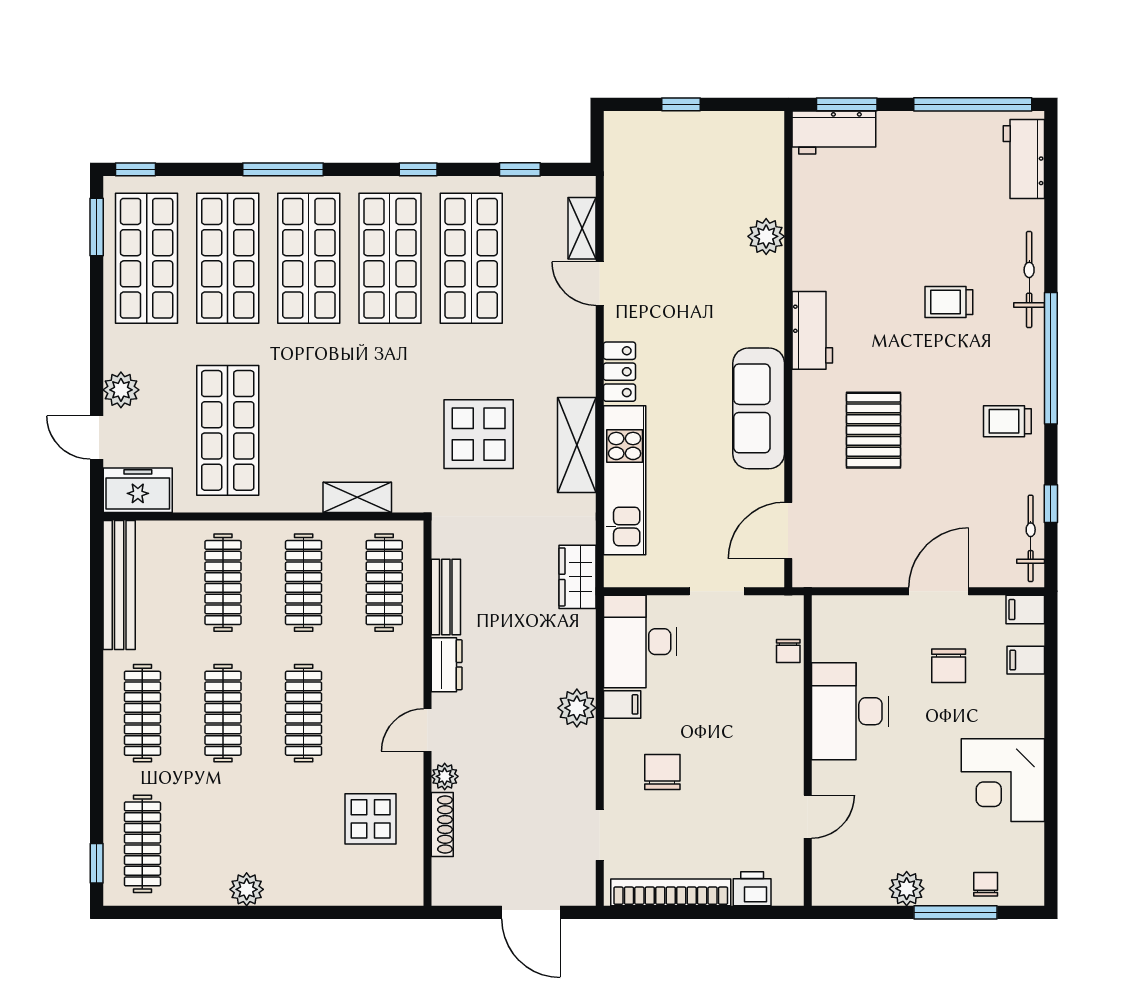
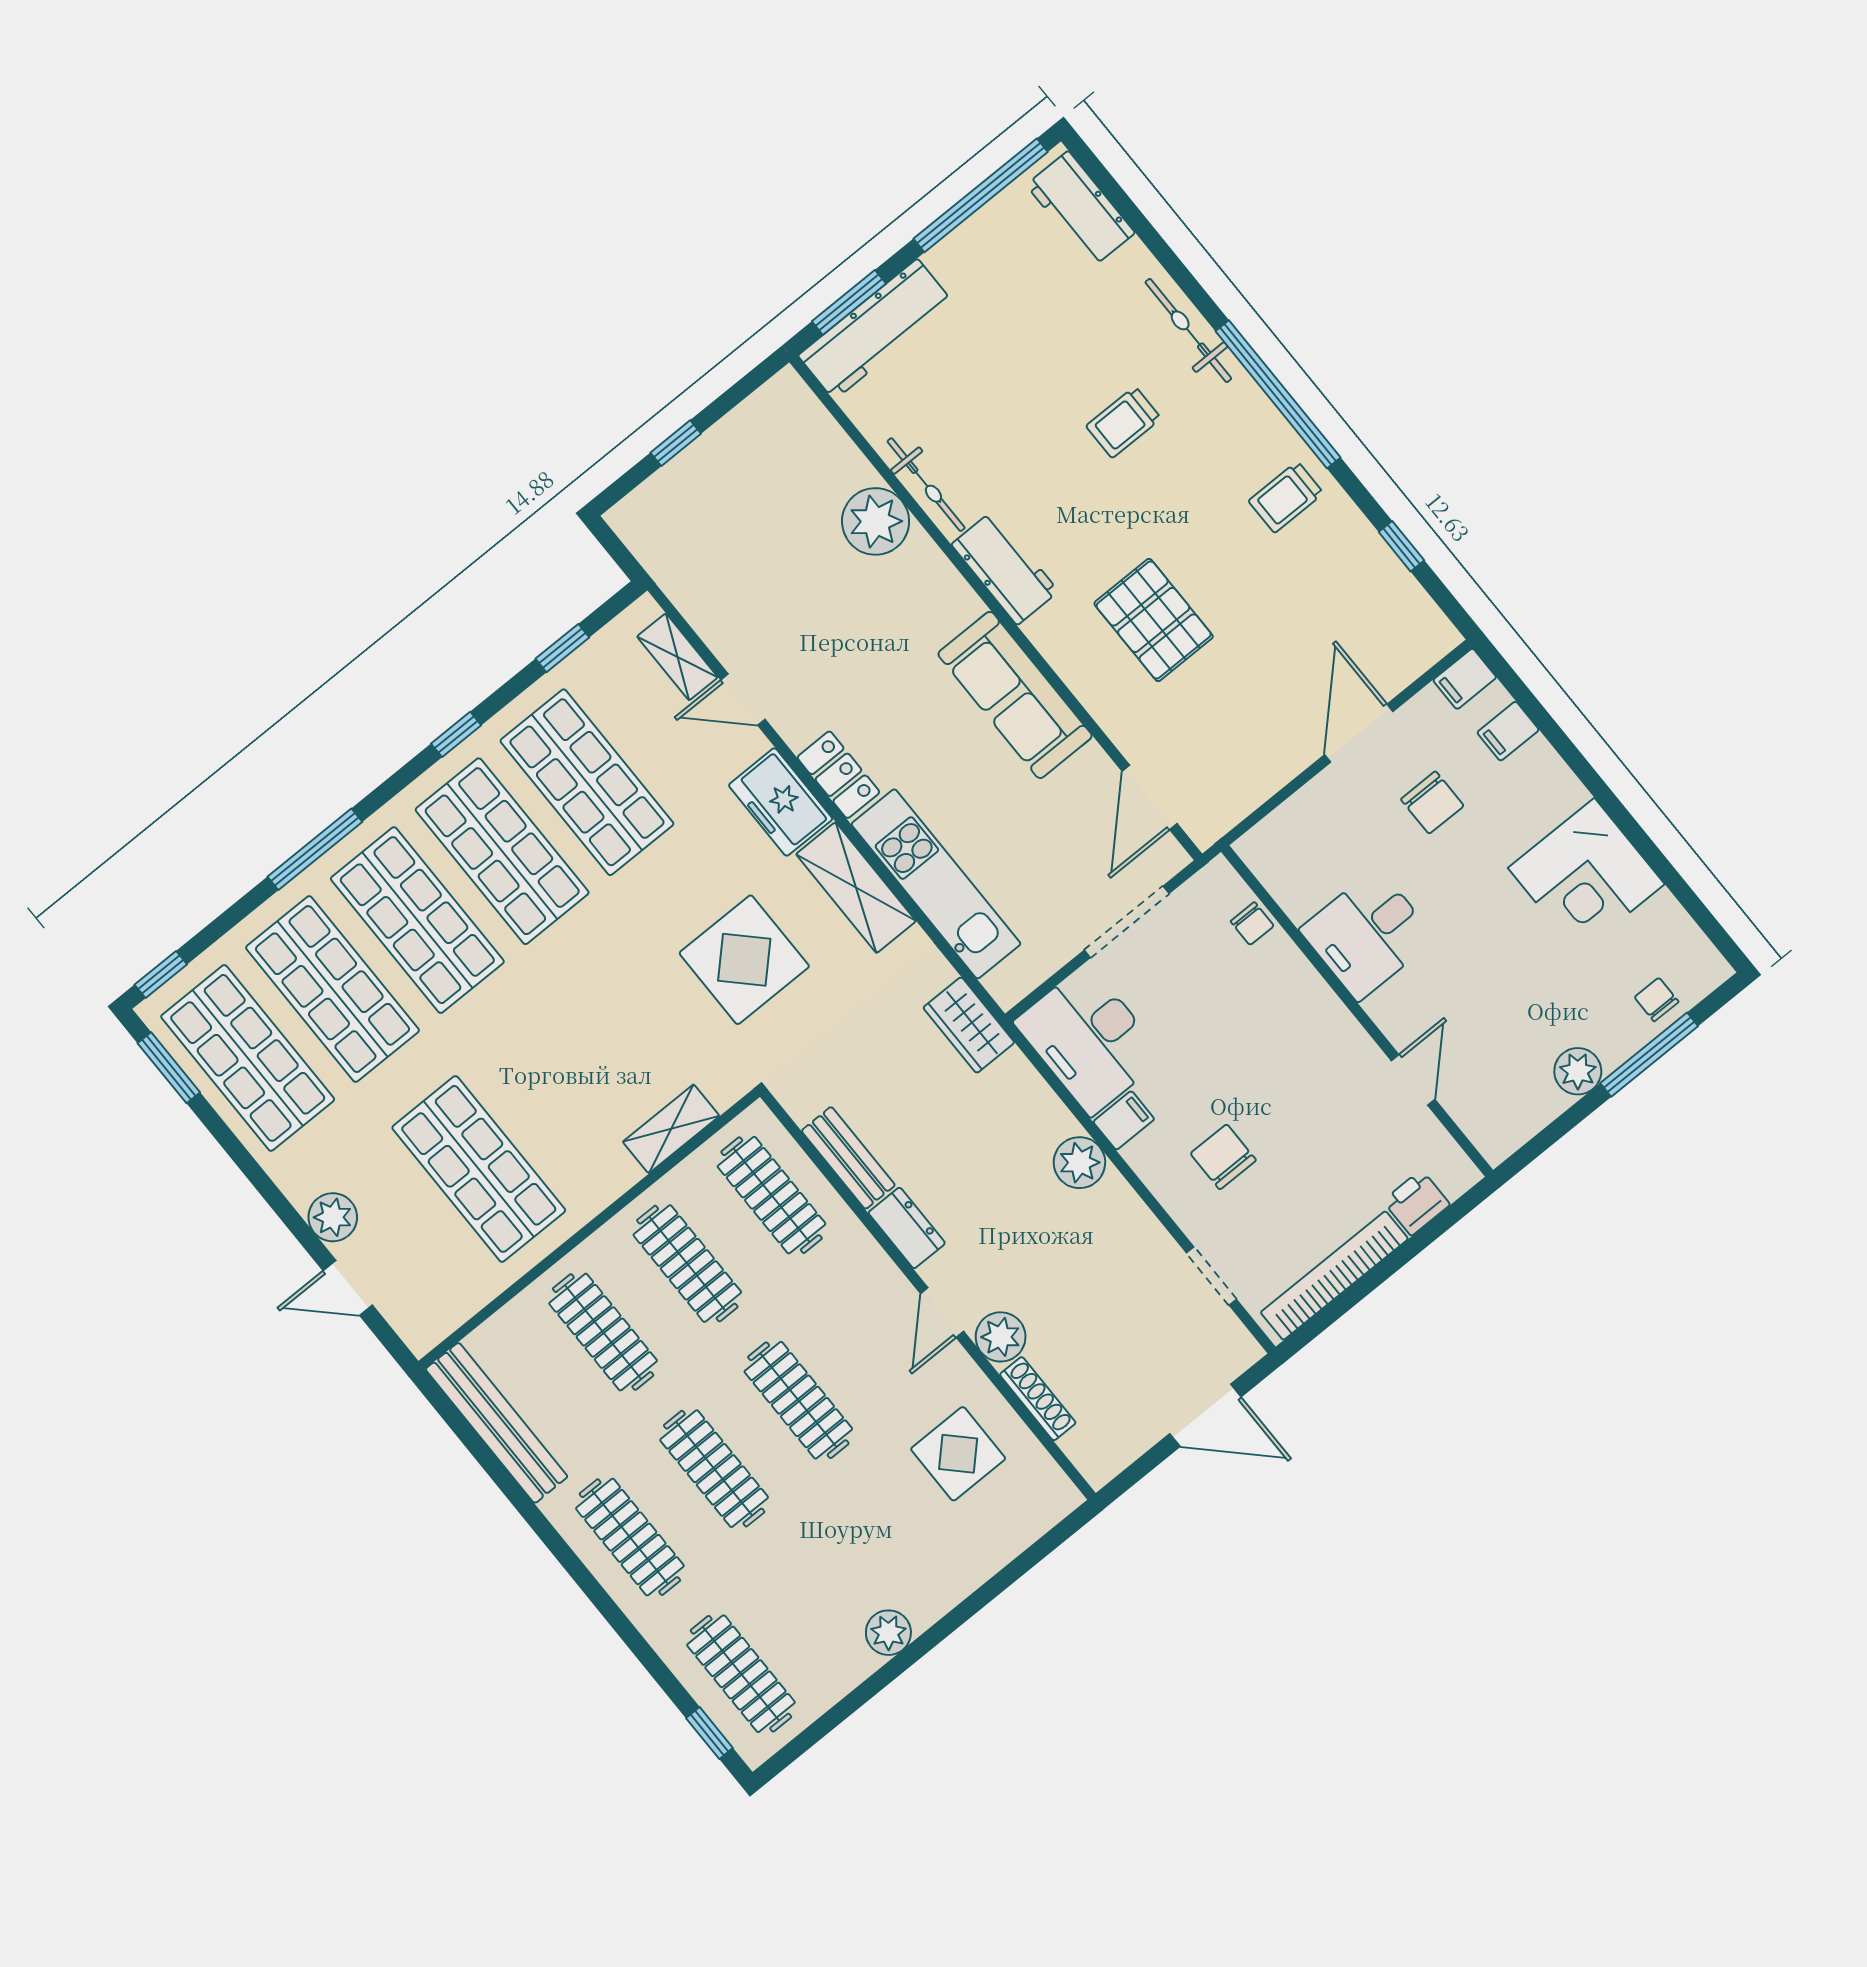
workbench: (834, 132) -> (876, 329), width x1.38
plant: (766, 236) -> (876, 521), width x1.36, depth x1.36
freezer: (138, 490) -> (781, 802), moved, turned -90
bicycle: (1031, 538) -> (926, 485), moved, turned 180
doorway: (717, 591) -> (1127, 922), width x1.38
desk: (850, 711) -> (1368, 934), width x0.73
plant: (445, 776) -> (1001, 1337), width x1.38, depth x1.38

